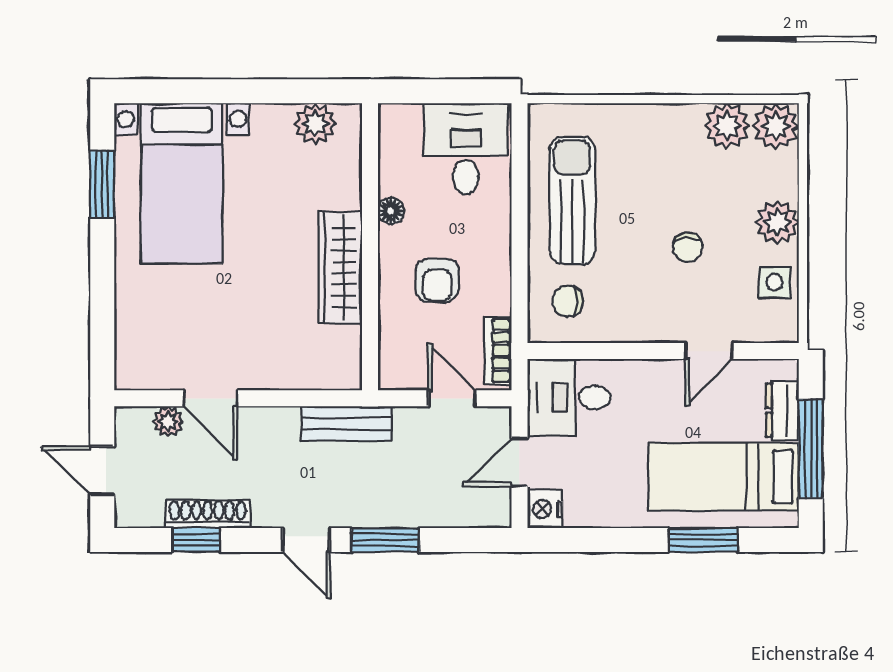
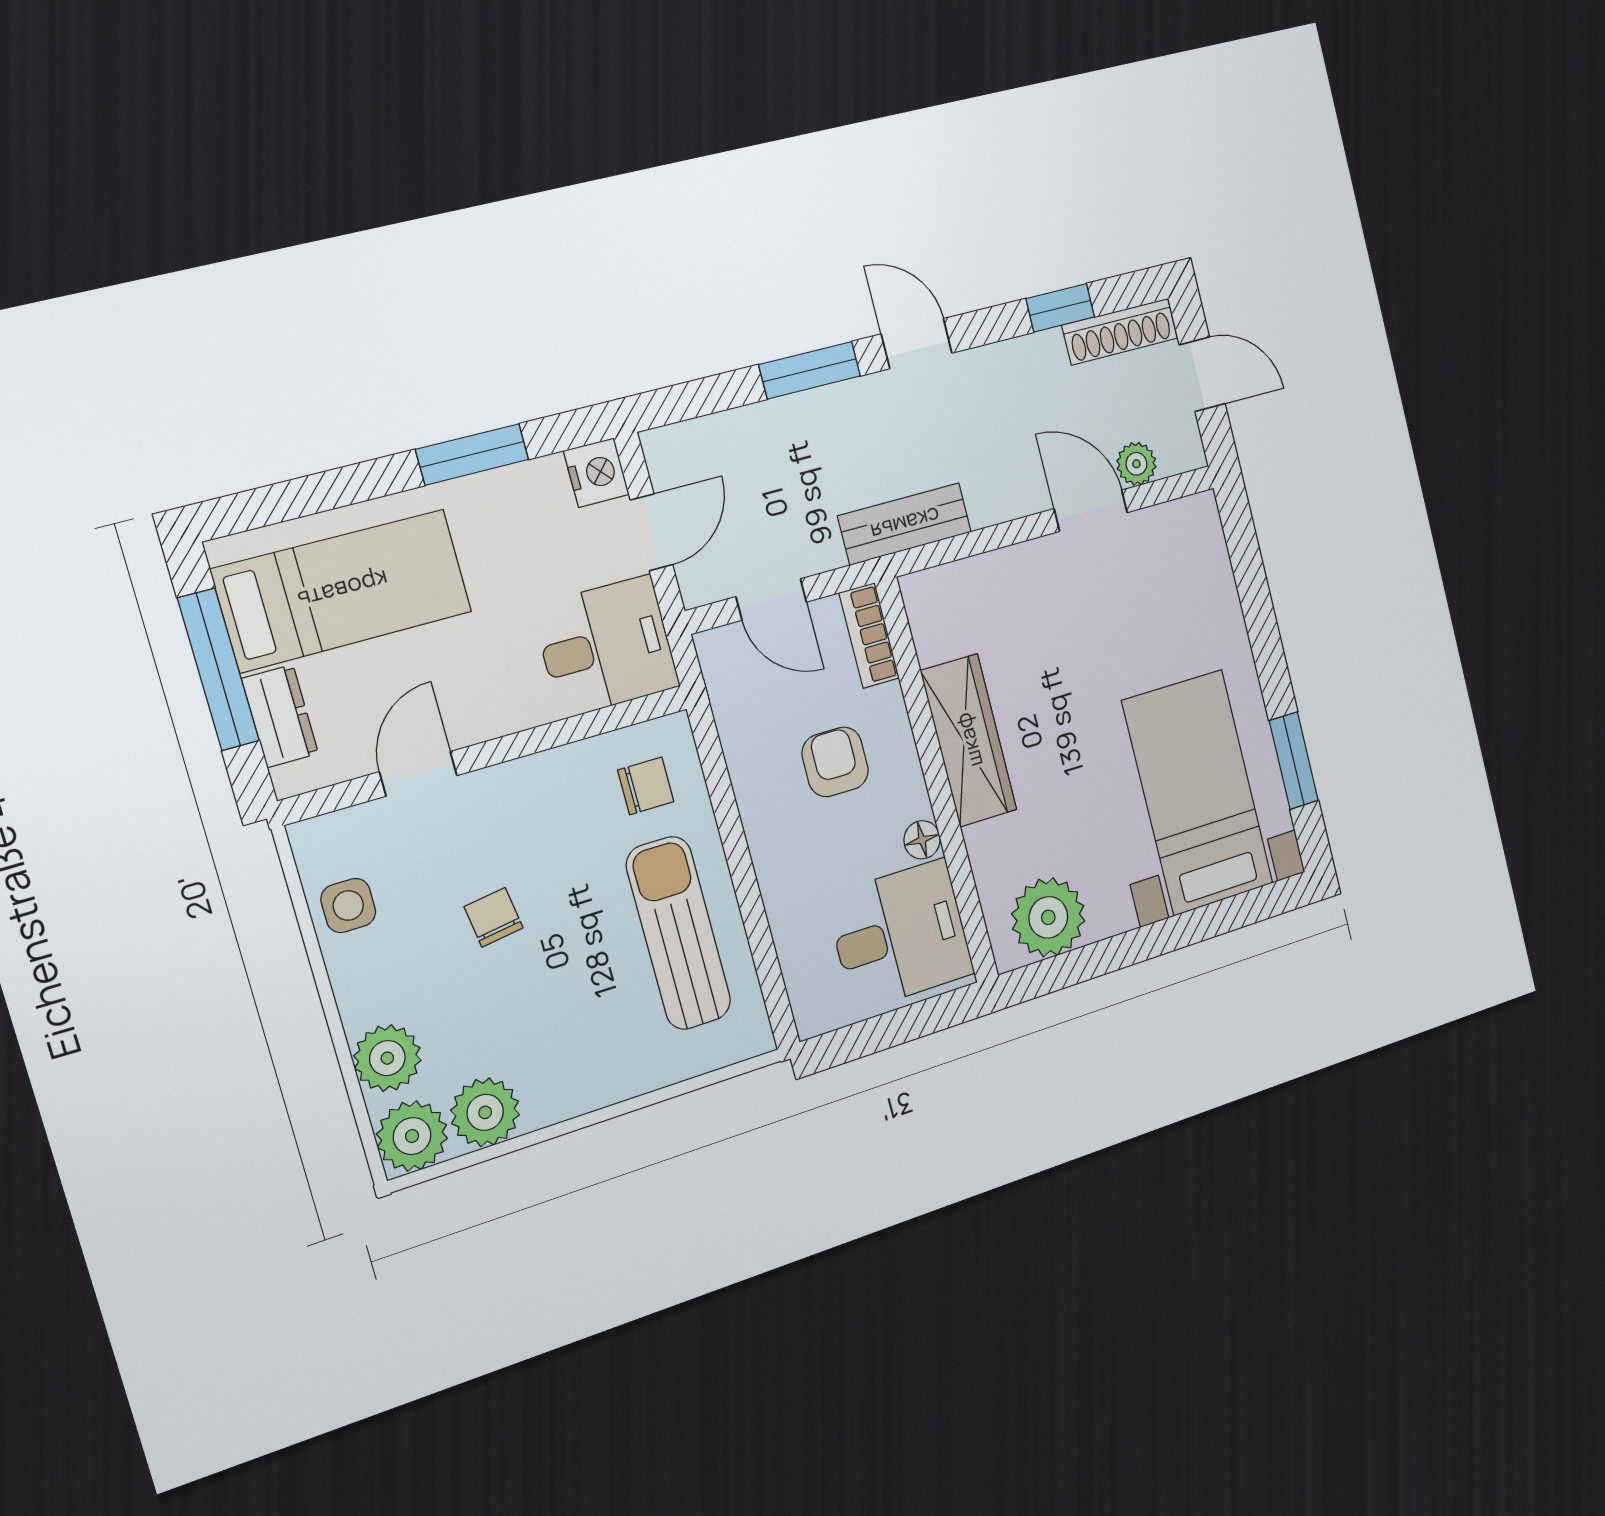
plant: (315, 124) -> (1048, 917), width x1.36, depth x1.36
desk: (466, 149) -> (900, 935), moved, turned -90
sun lounger: (572, 200) -> (679, 933), turned 180
plant: (777, 222) -> (387, 1058), moved
bookcase: (498, 350) -> (869, 635), moved, turned 180
shoe rack: (208, 514) -> (1120, 332), moved
window: (703, 540) -> (472, 454), moved

